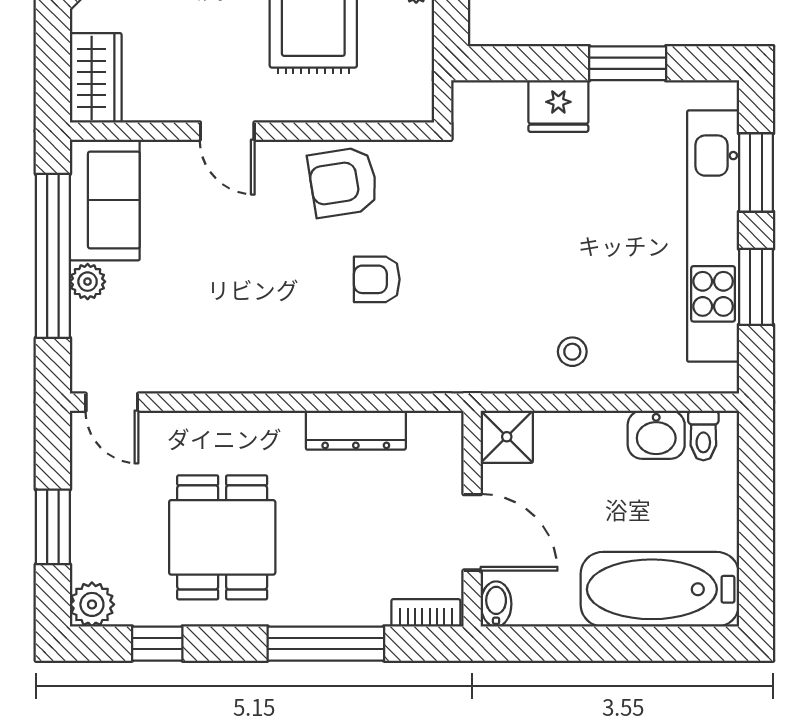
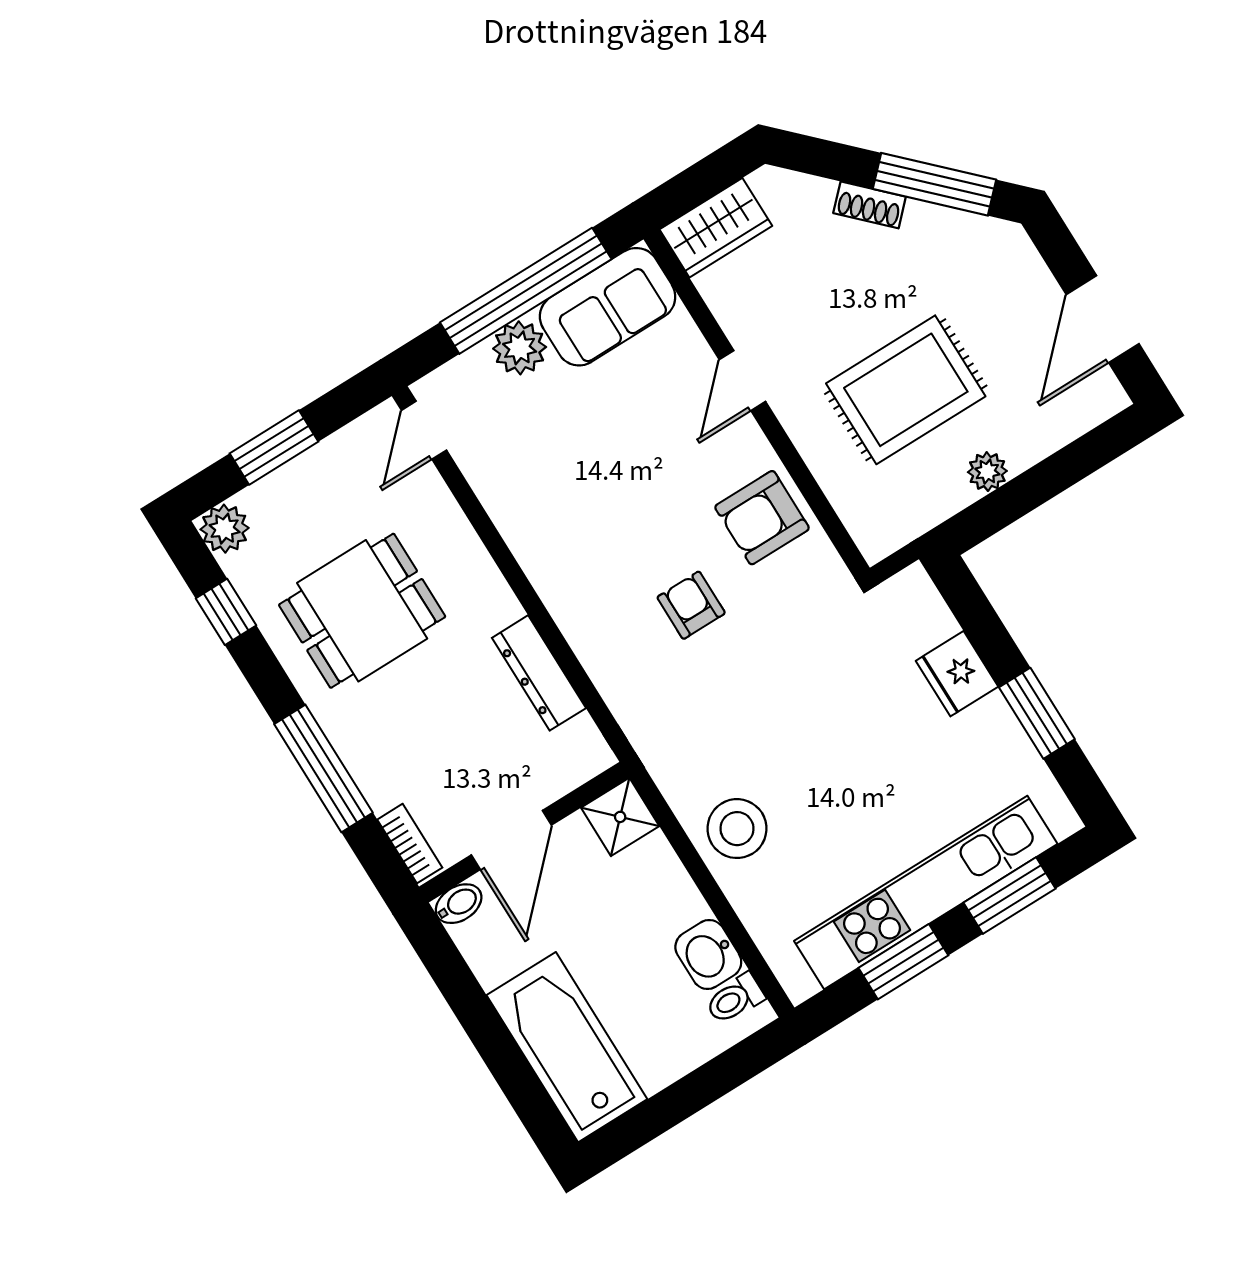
armchair: (343, 182) -> (762, 518), turned -81
plant: (88, 282) -> (520, 348), width x1.38, depth x1.38
stool: (572, 352) -> (737, 829), width x1.89, depth x1.89

